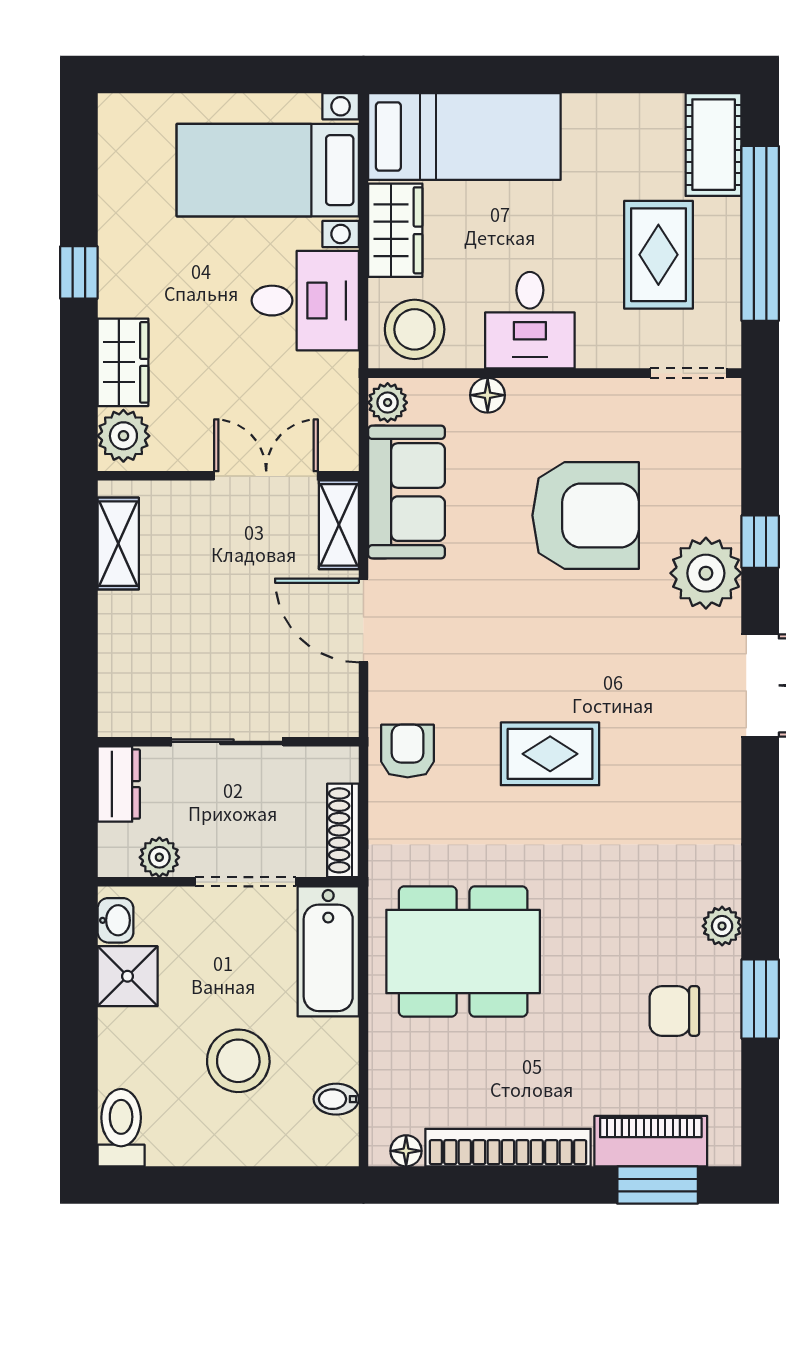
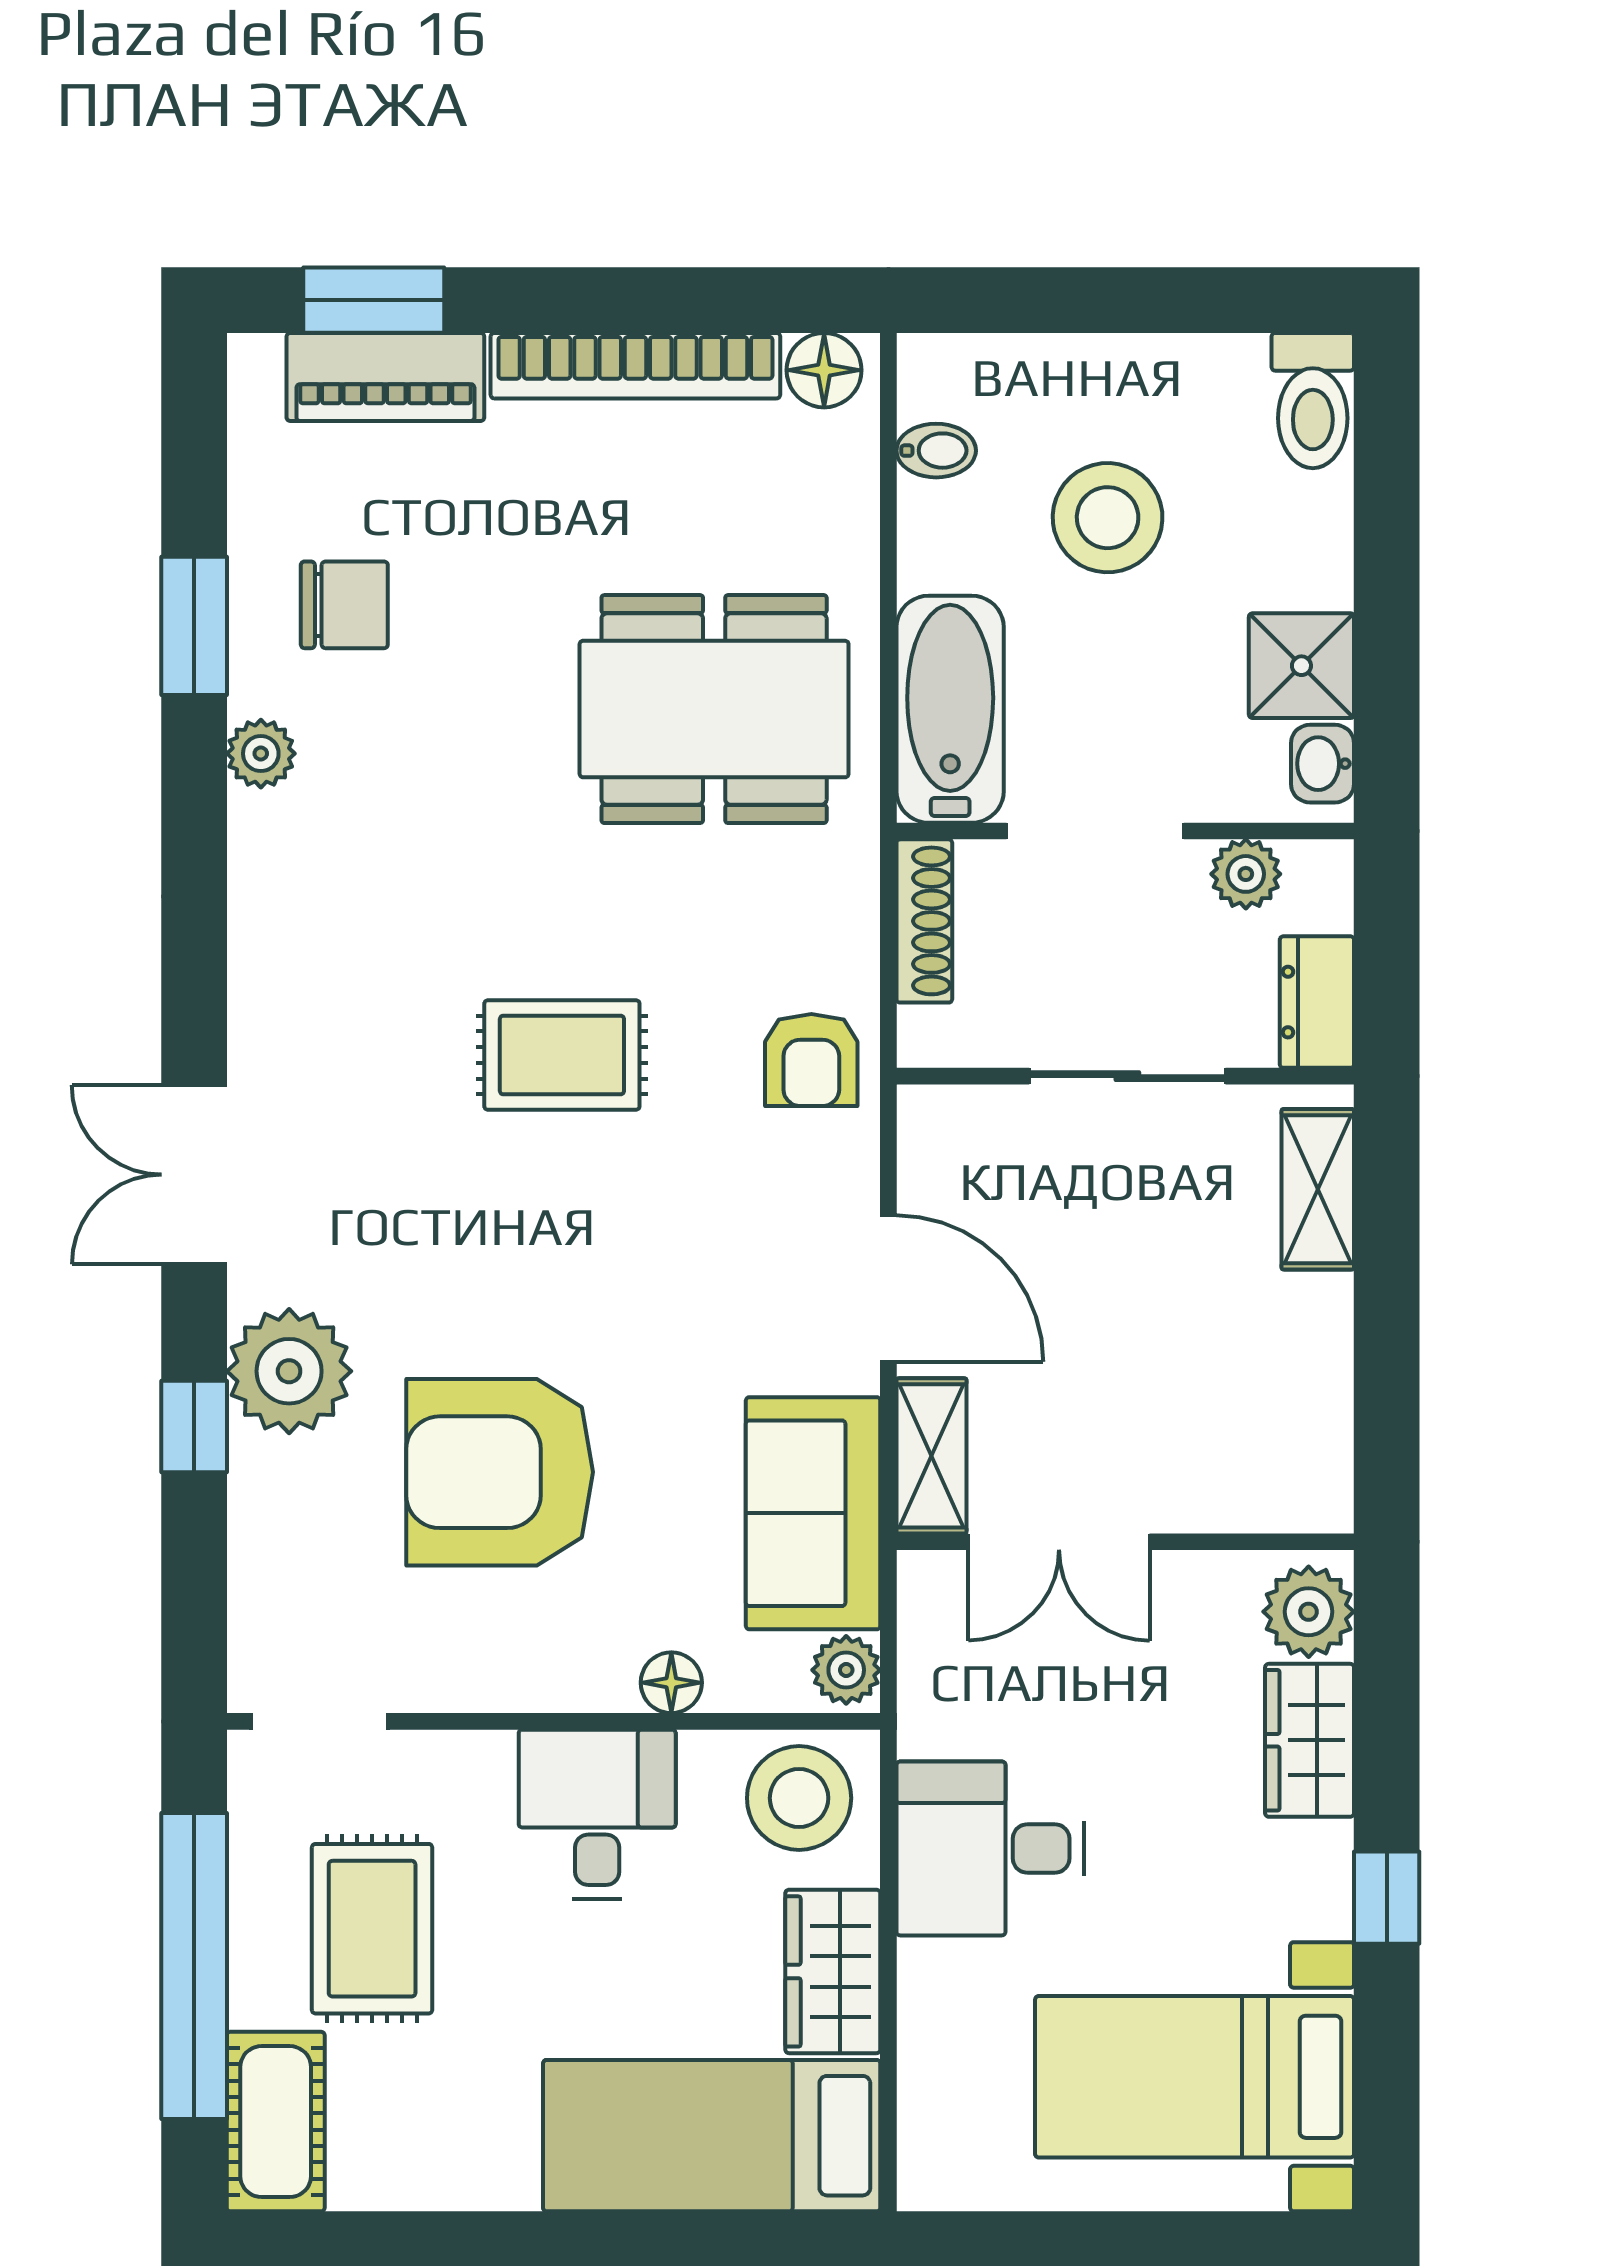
bed with nightstands: (268, 170) -> (1195, 2077), moved, turned 180
shelving: (118, 544) -> (1318, 1189), moved
floor lamp: (406, 1151) -> (824, 370), width x1.37, depth x1.37

